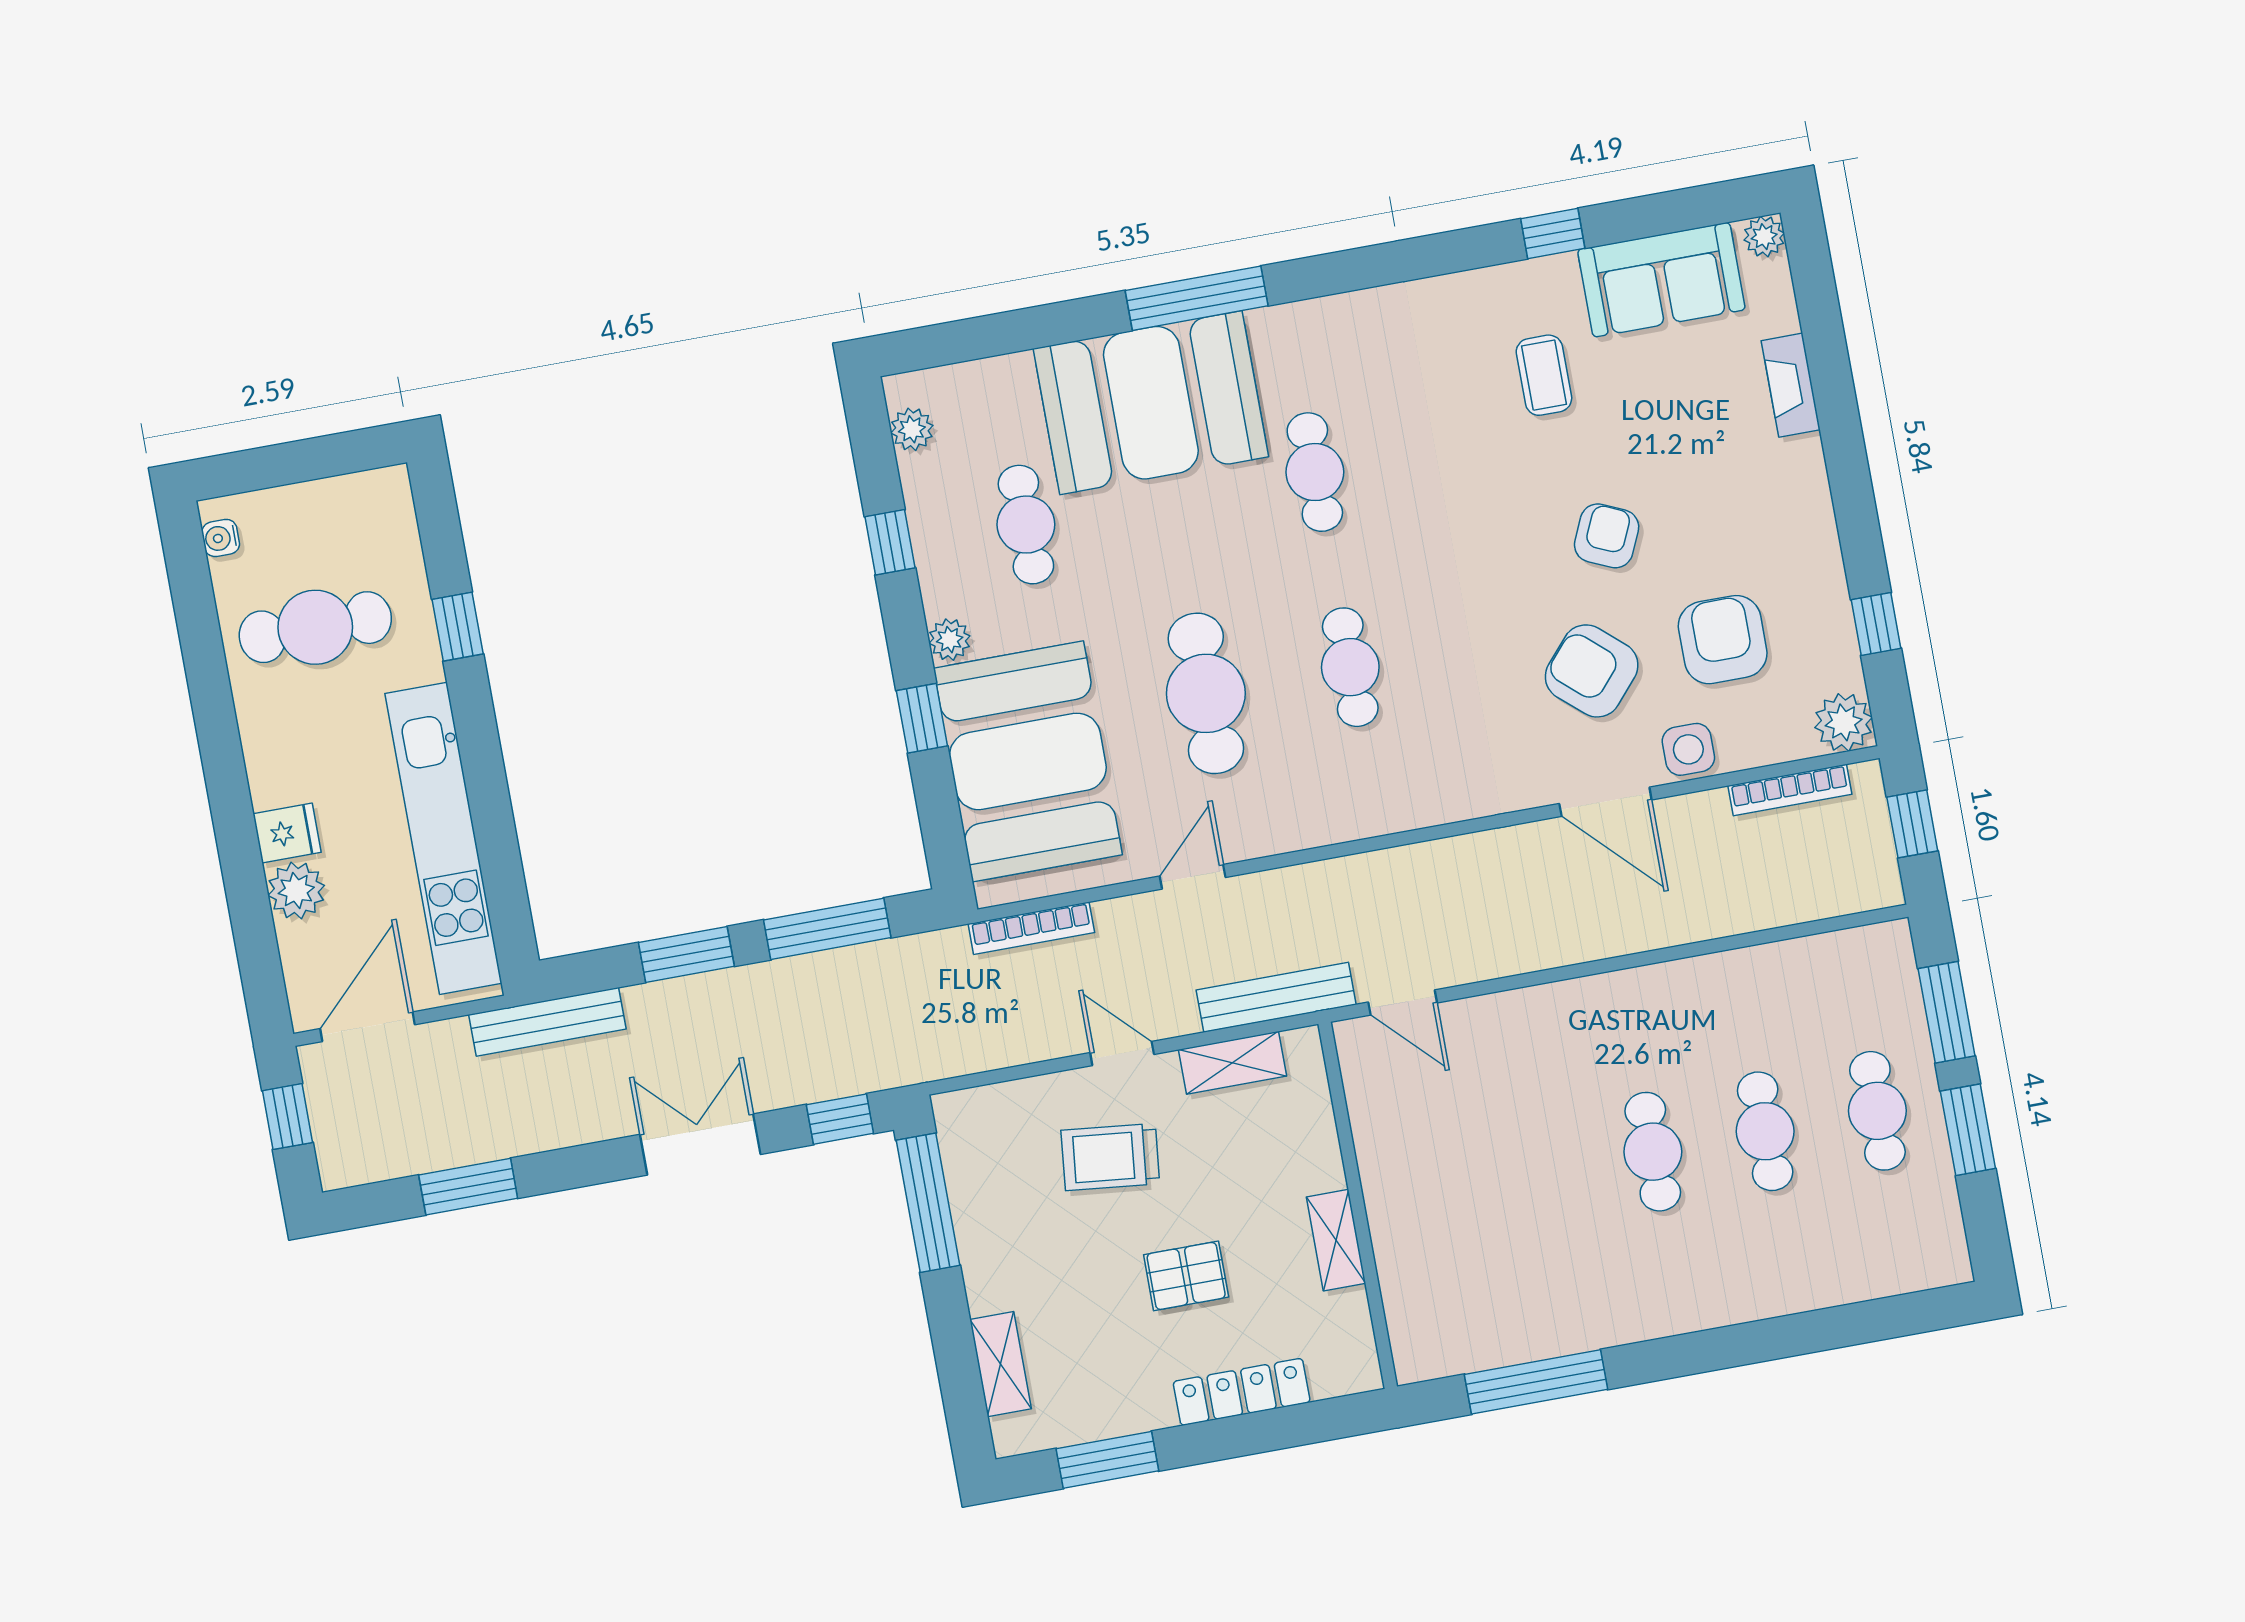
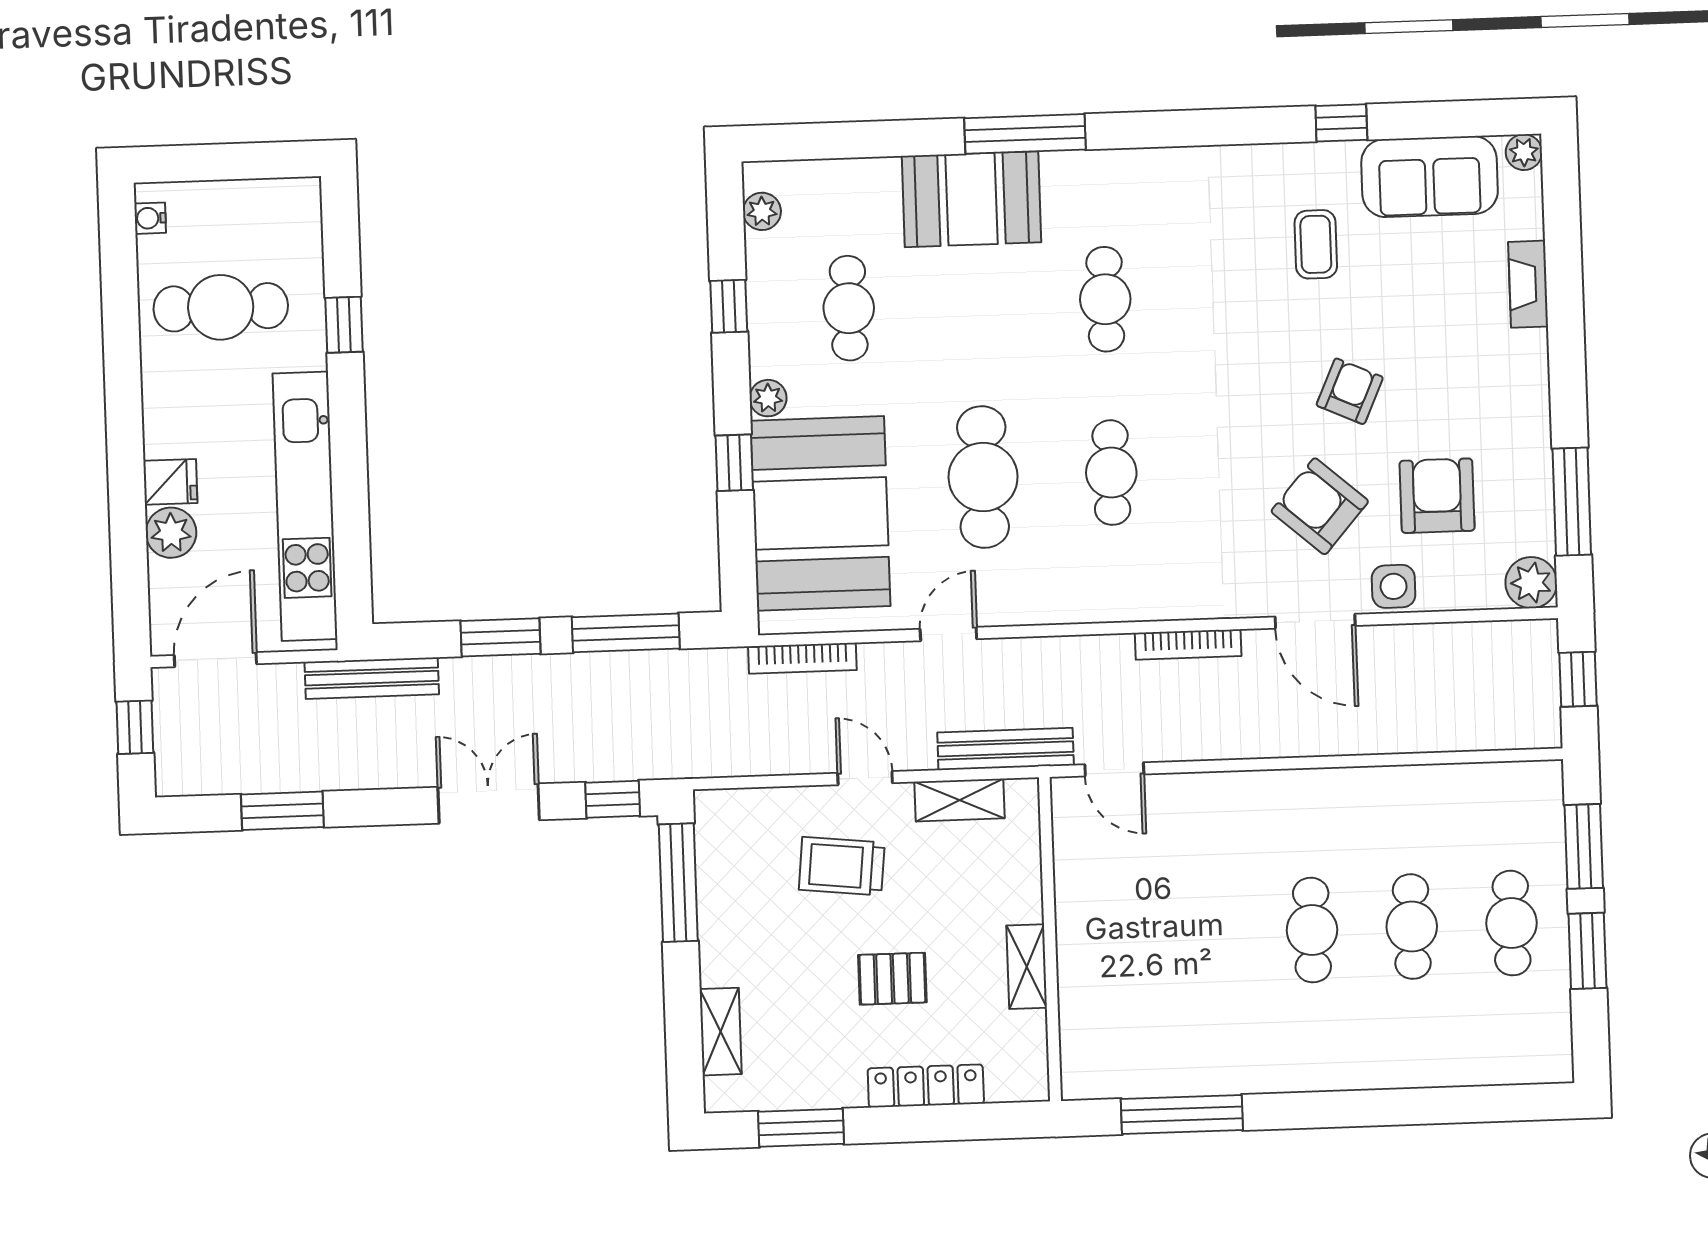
booth: (1151, 403) -> (971, 199), width x0.73, depth x0.70
window: (1876, 624) -> (1572, 502), width x2.17
bookcase: (1790, 790) -> (1188, 644), moved

